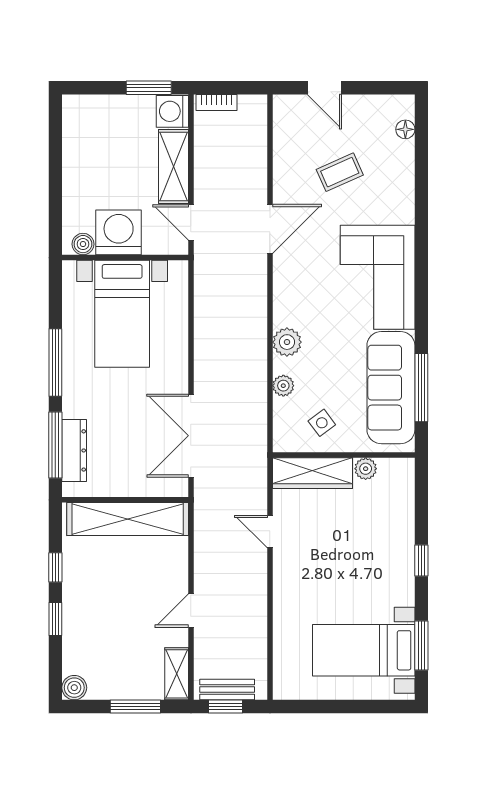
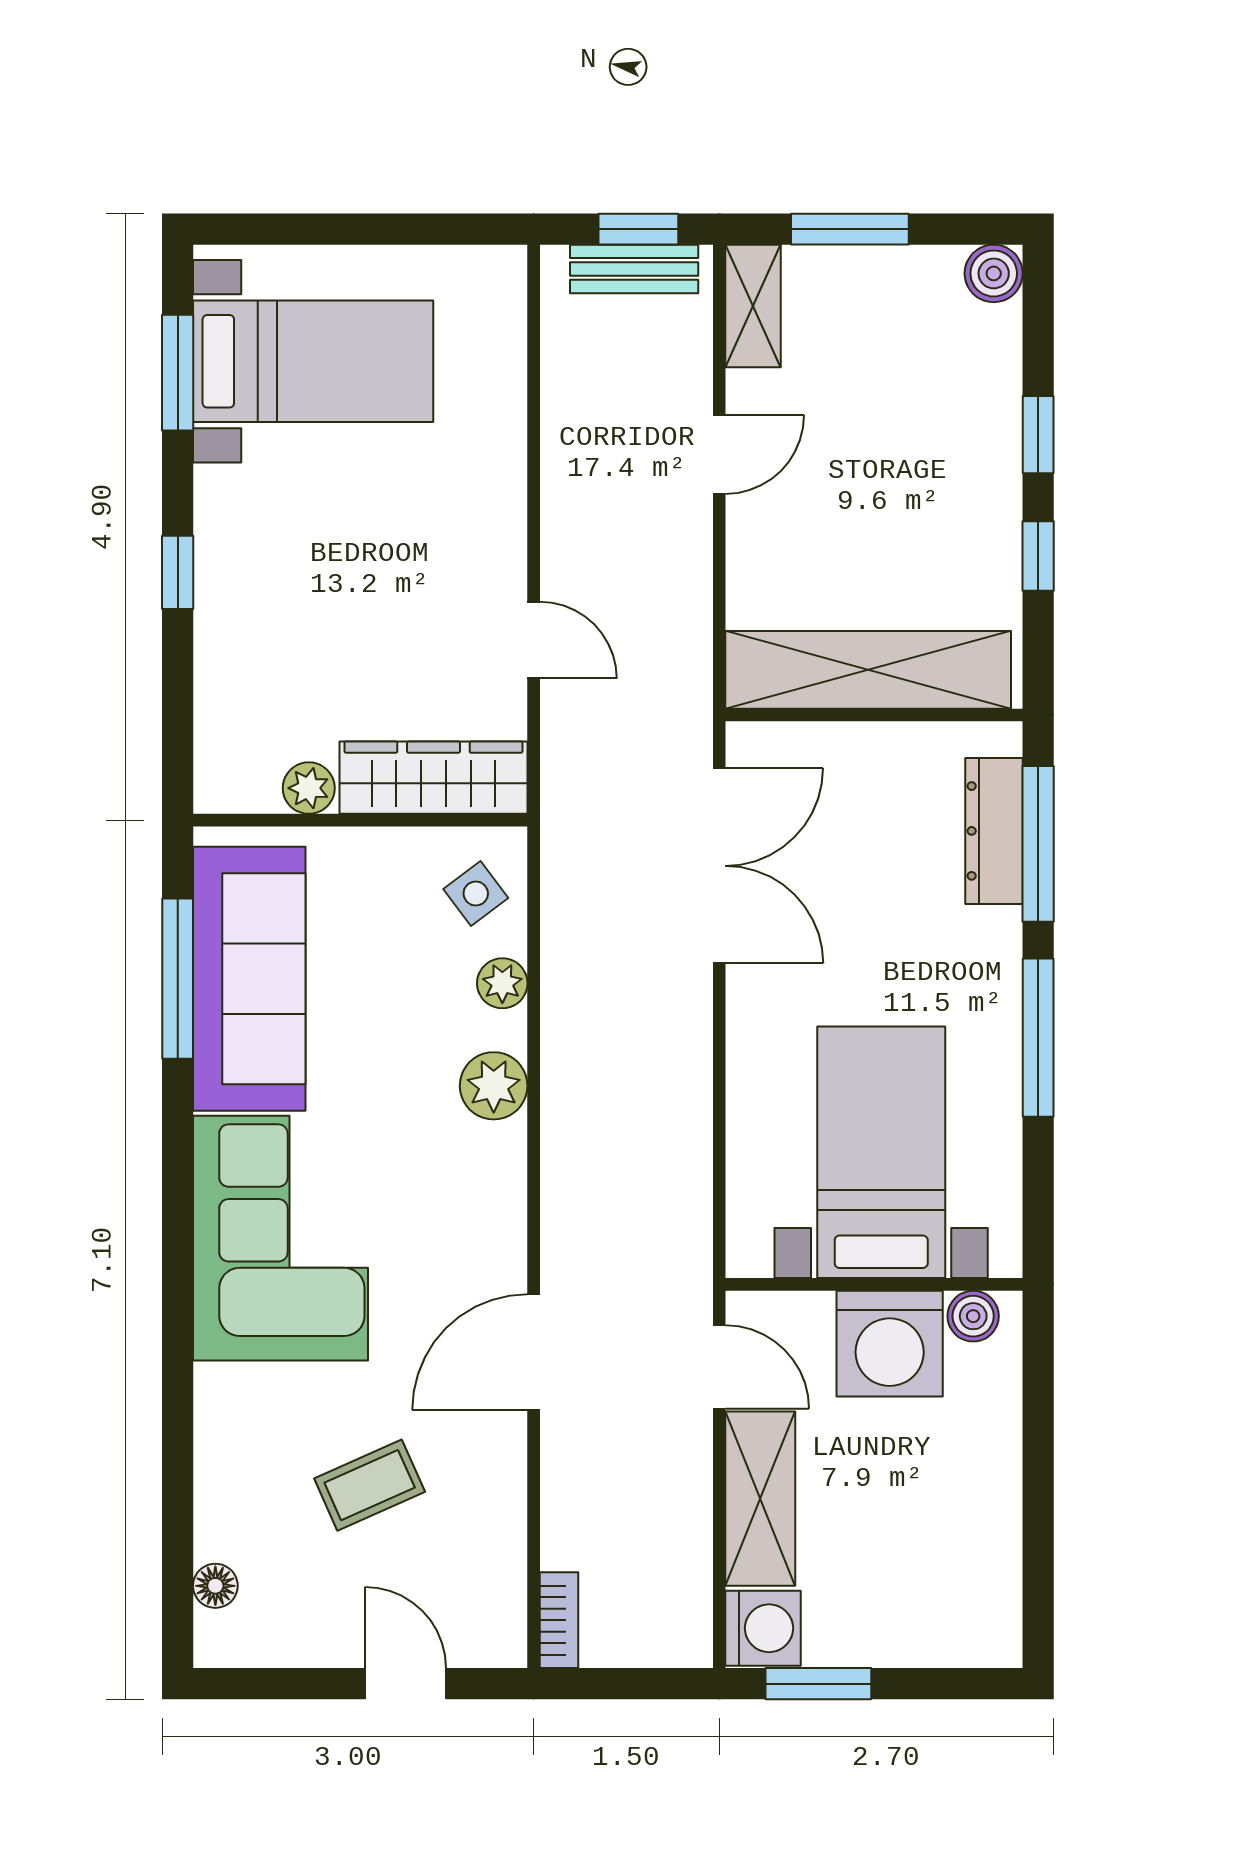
bookcase: (217, 102) -> (559, 1620), moved, turned 90
side table: (322, 423) -> (476, 894), moved

